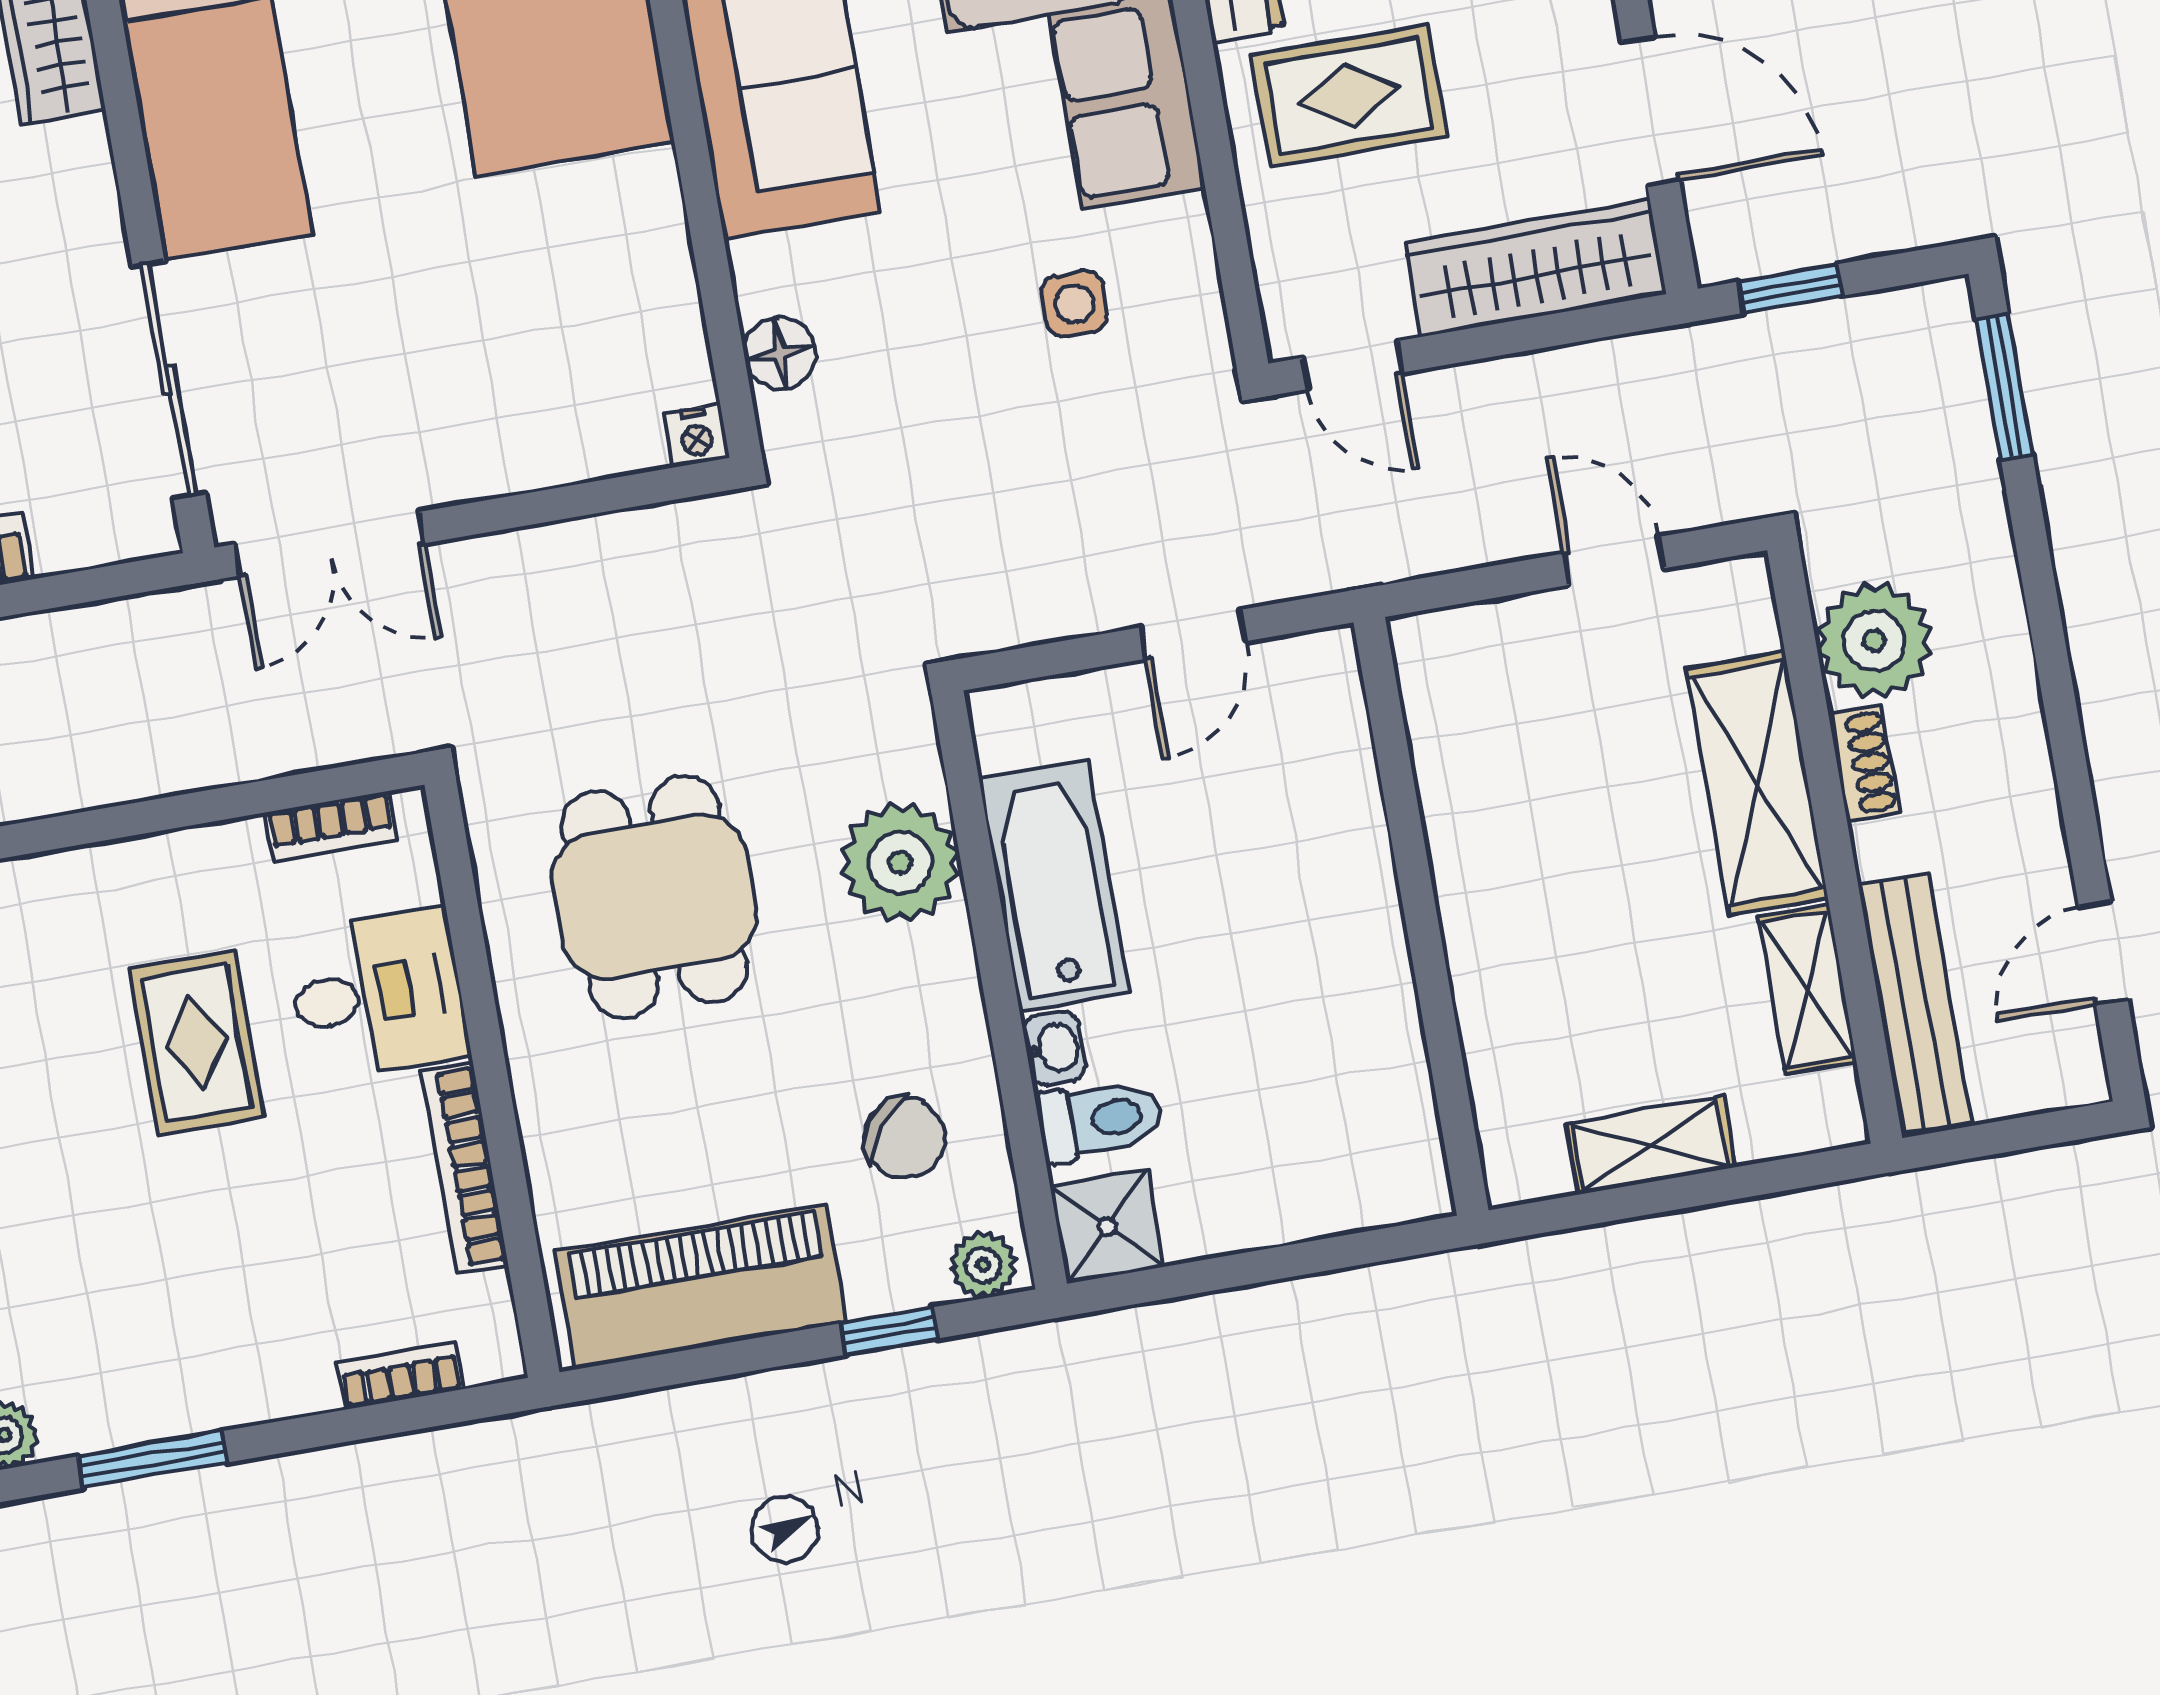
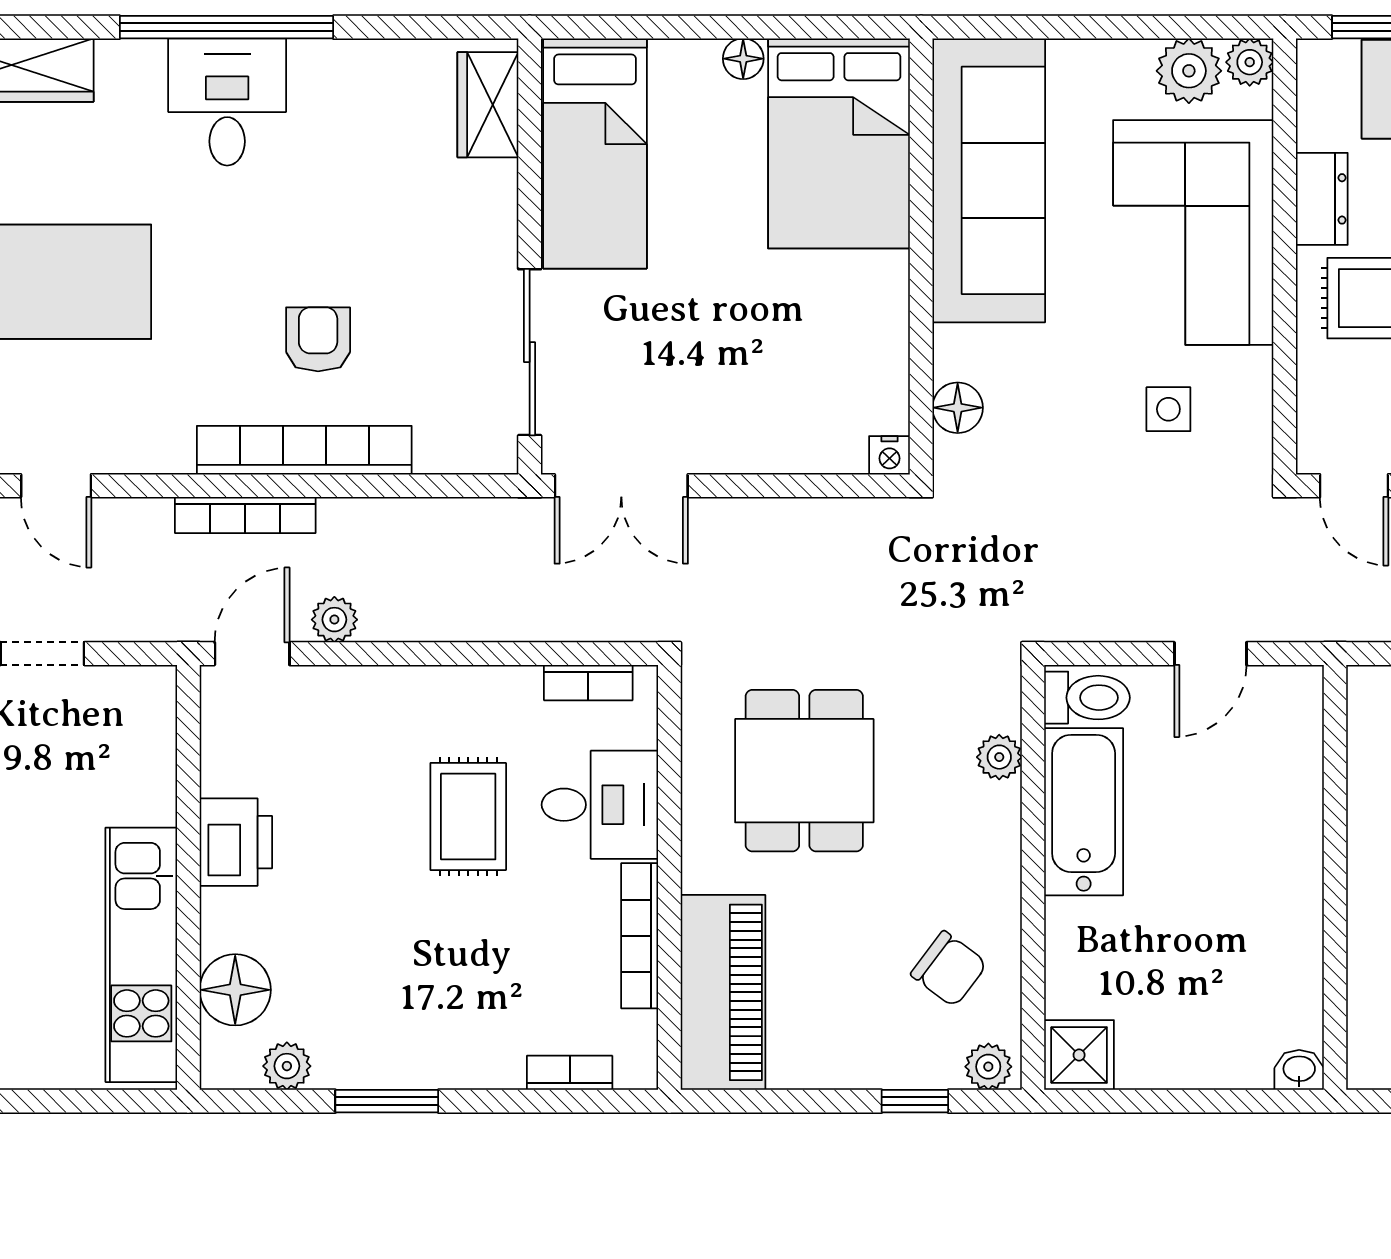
plant: (900, 863) -> (999, 757), width x0.53, depth x0.53
washbasin: (1054, 1048) -> (1299, 1070), moved, turned -90
toilet: (1100, 1120) -> (1087, 698), moved
piano: (701, 1287) -> (723, 992), moved, turned 90

